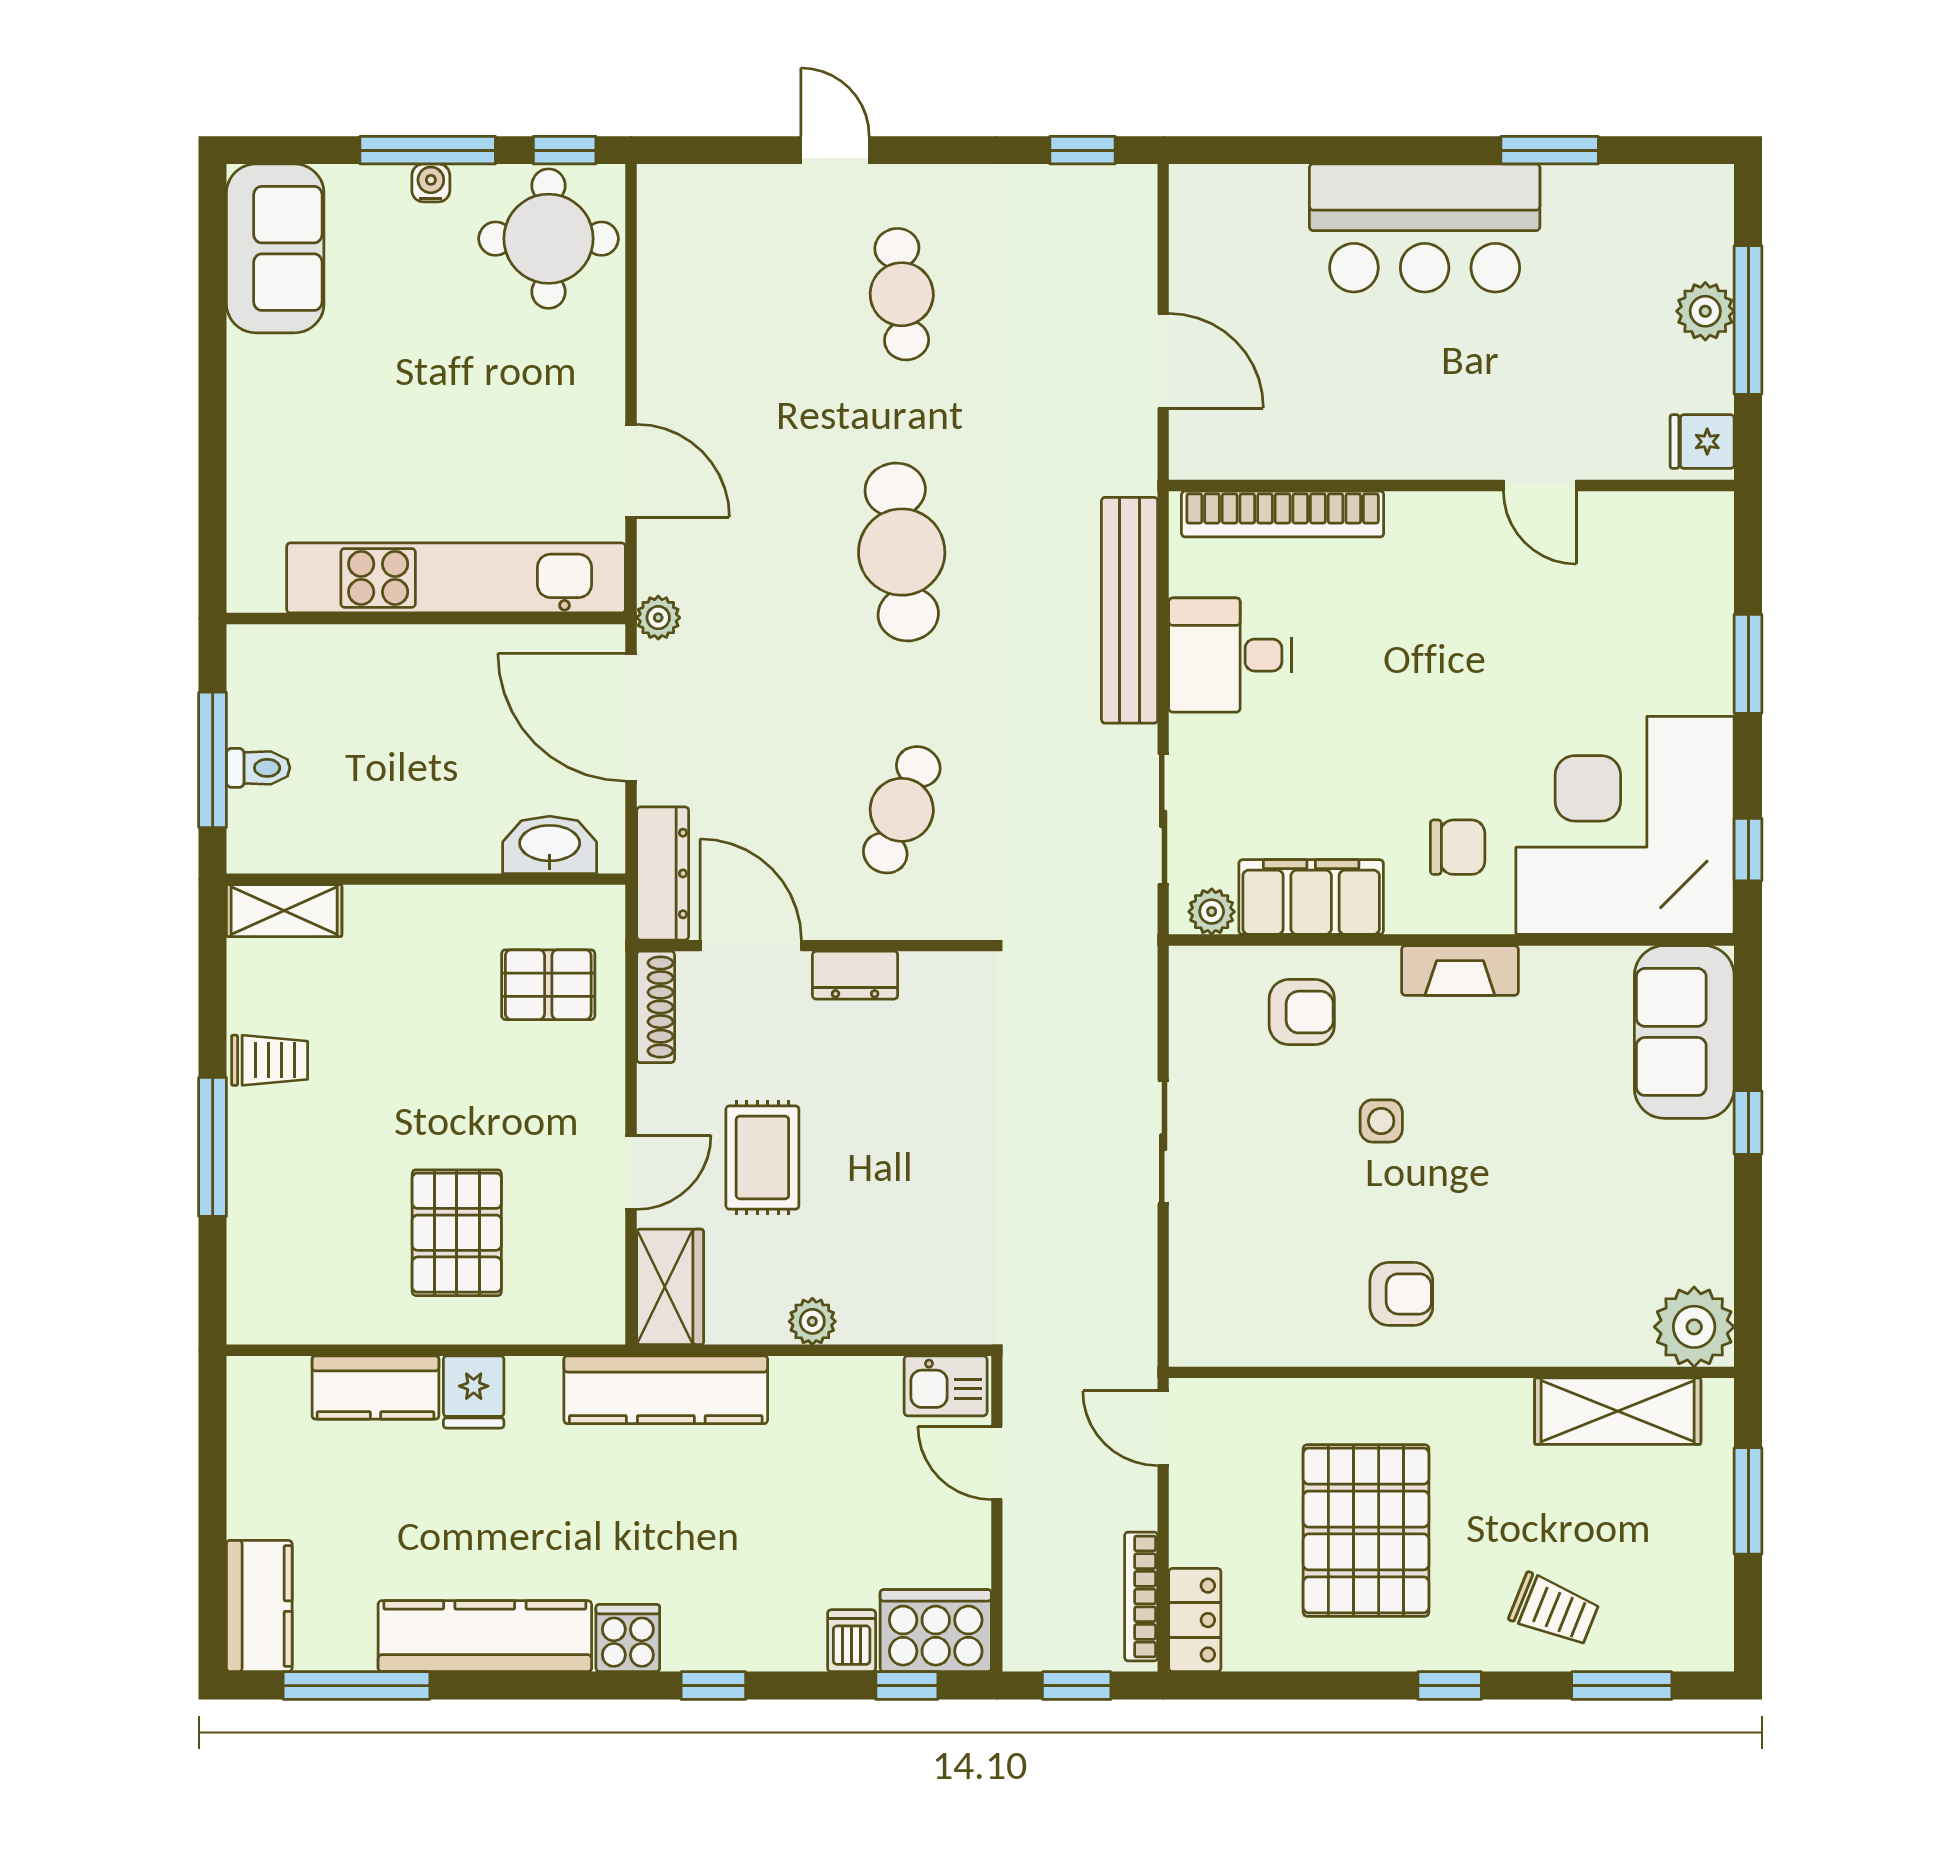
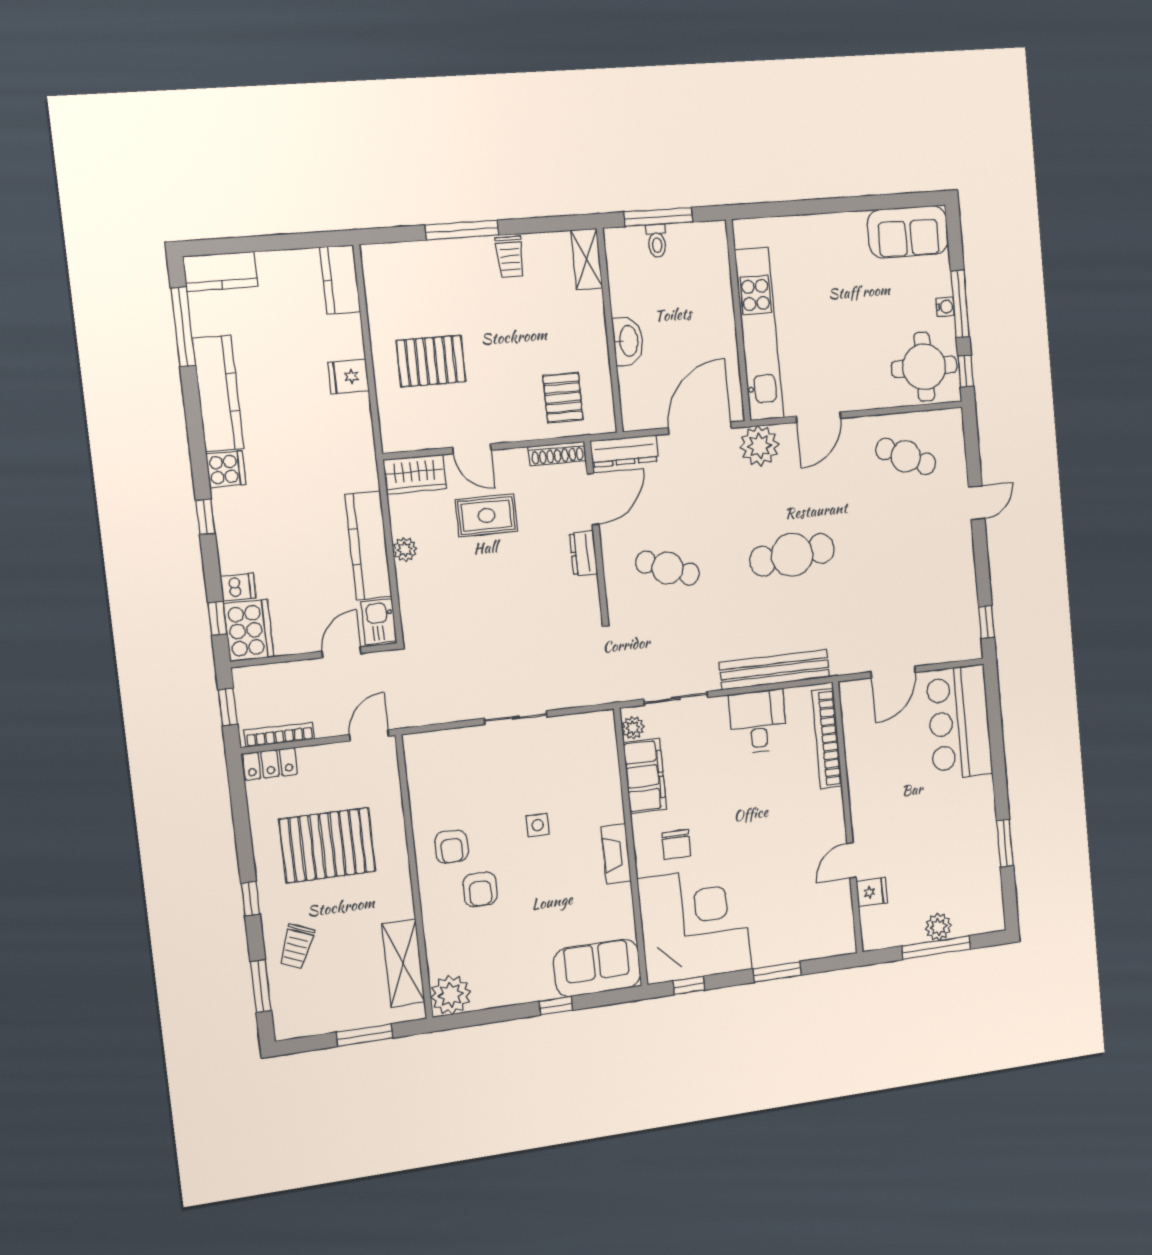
bar counter: (1425, 228) -> (959, 722), moved
cafe table: (902, 294) -> (906, 456), moved, turned 30
fridge: (1702, 442) -> (872, 892), moved, turned 90
plant: (658, 618) -> (759, 446), width x1.88, depth x1.88
washbasin: (550, 845) -> (628, 341), moved
armchair: (1302, 1012) -> (480, 889), moved
kitchen counter: (375, 1387) -> (340, 280), moved
kitchen counter: (666, 1390) -> (368, 546), moved

